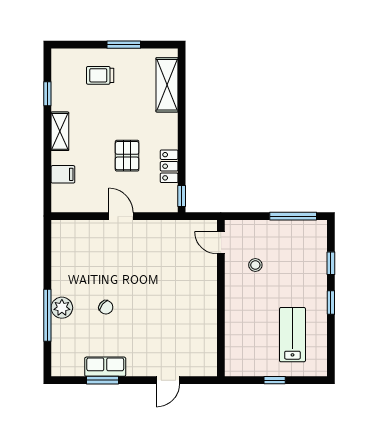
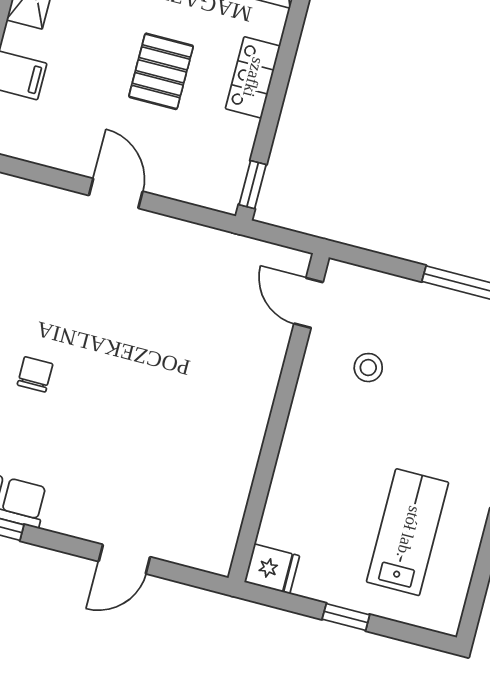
locker: (169, 166) -> (253, 77), moved
chair: (106, 307) -> (35, 374), turned -129
fridge: (236, 367) -> (272, 569), added

